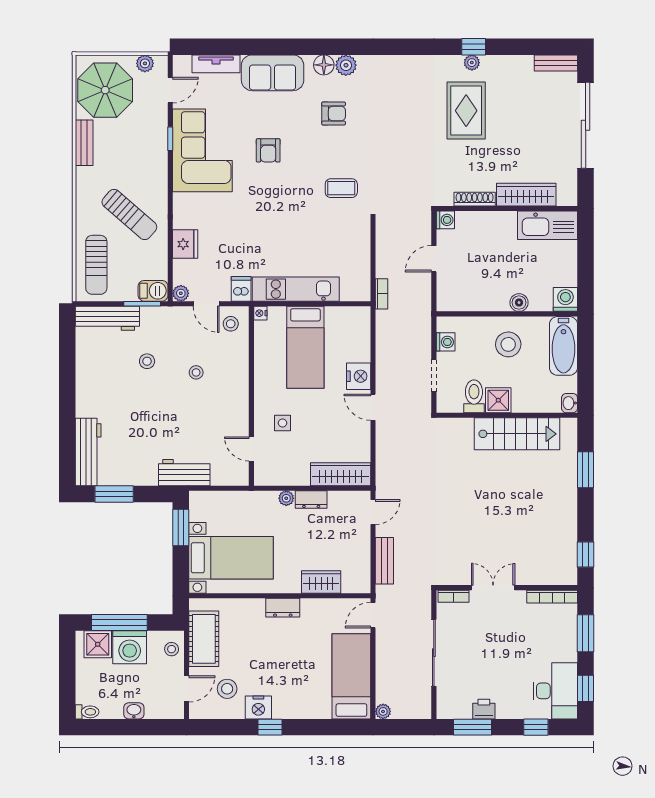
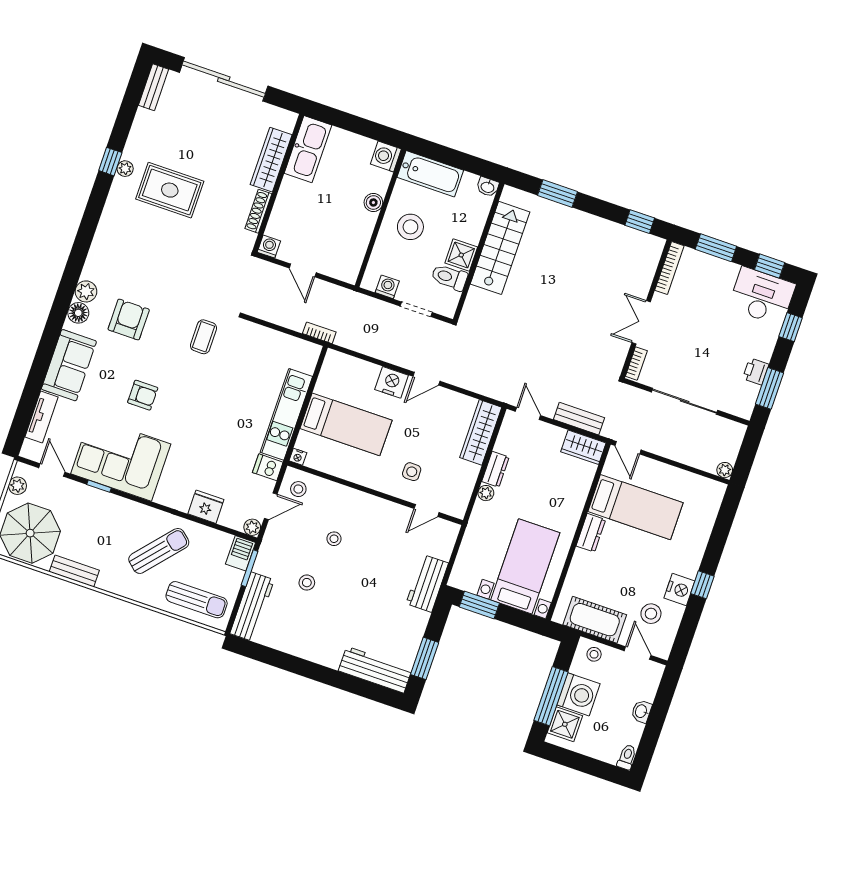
armchair: (334, 113) -> (129, 319), width x1.38, depth x1.38
wardrobe: (321, 582) -> (583, 447), moved, turned -90
bed: (351, 676) -> (635, 507), moved, turned 180

